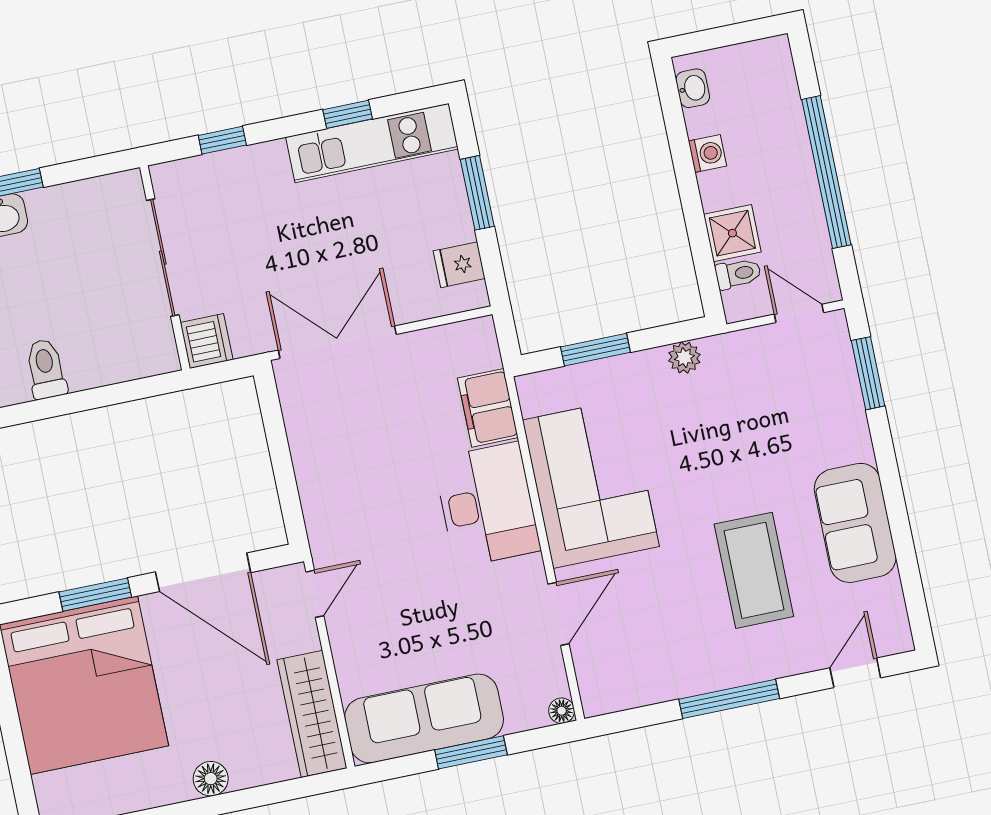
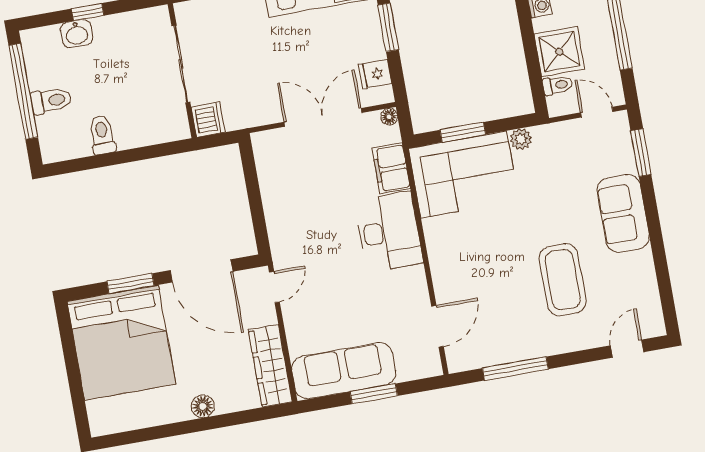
shower: (732, 233) -> (559, 52), width x1.36, depth x1.36
double door: (337, 342) -> (323, 117), moved
corner sofa: (591, 483) -> (464, 174), moved, turned 90
sofa: (855, 523) -> (623, 213), moved
door: (559, 614) -> (438, 326), moved
window: (729, 699) -> (515, 369), moved
floor lamp: (562, 711) -> (389, 117), moved

